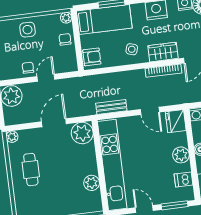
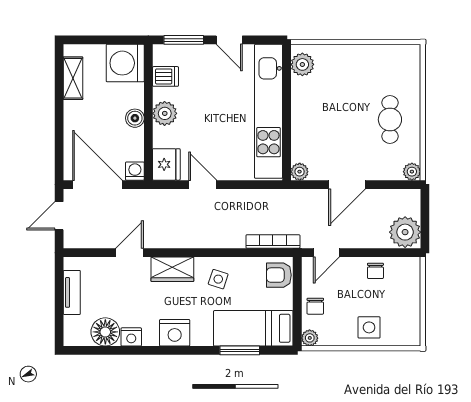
bookcase: (163, 71) -> (273, 241), moved
door: (46, 78) -> (326, 253), moved
bench: (111, 107) -> (259, 197), removed
plant: (82, 133) -> (300, 172), width x0.53, depth x0.53
plant: (92, 183) -> (302, 64), moved

